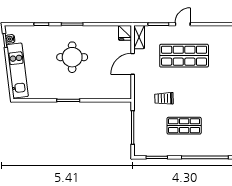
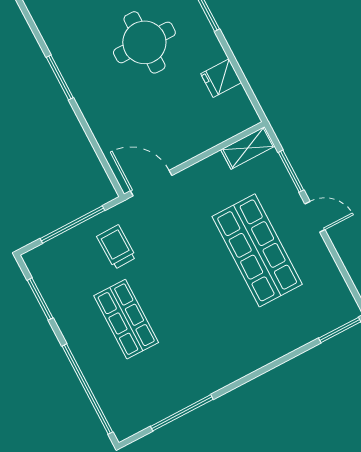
fridge: (125, 33) -> (221, 78), moved
door: (133, 64) -> (151, 183), moved
trolley: (164, 98) -> (116, 247), moved

